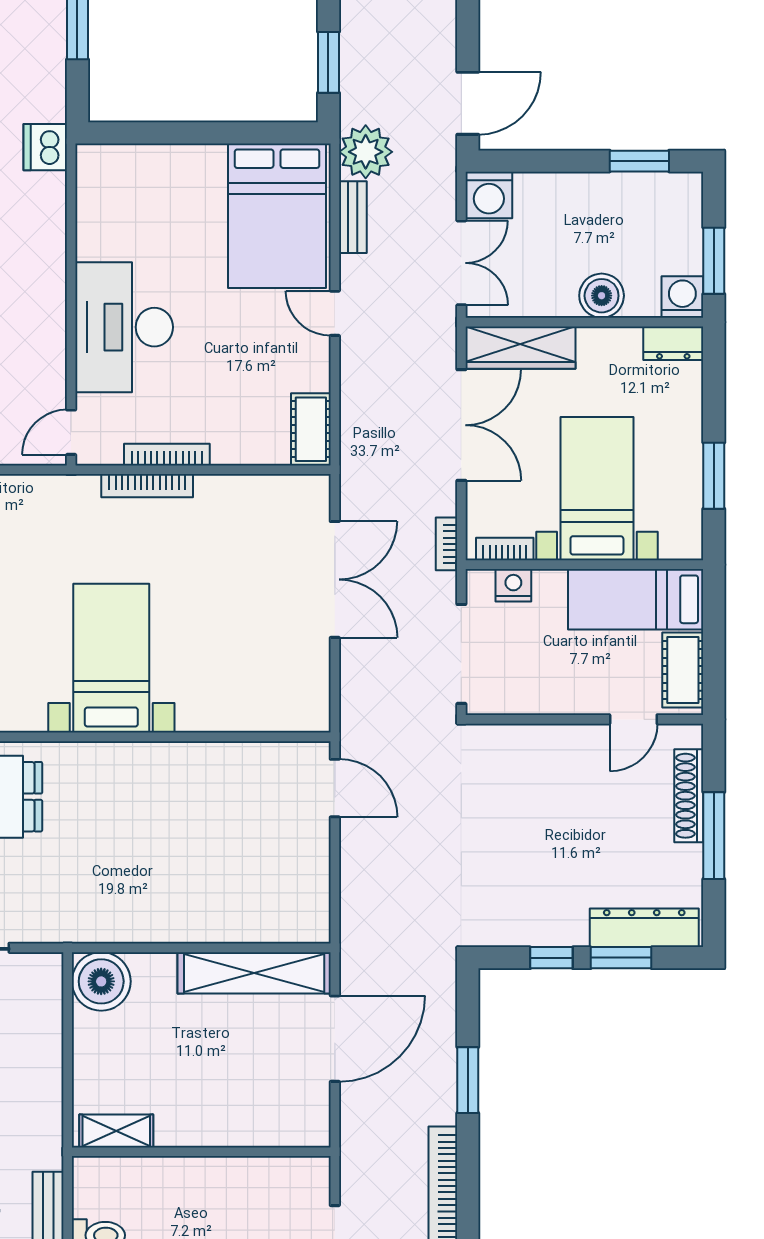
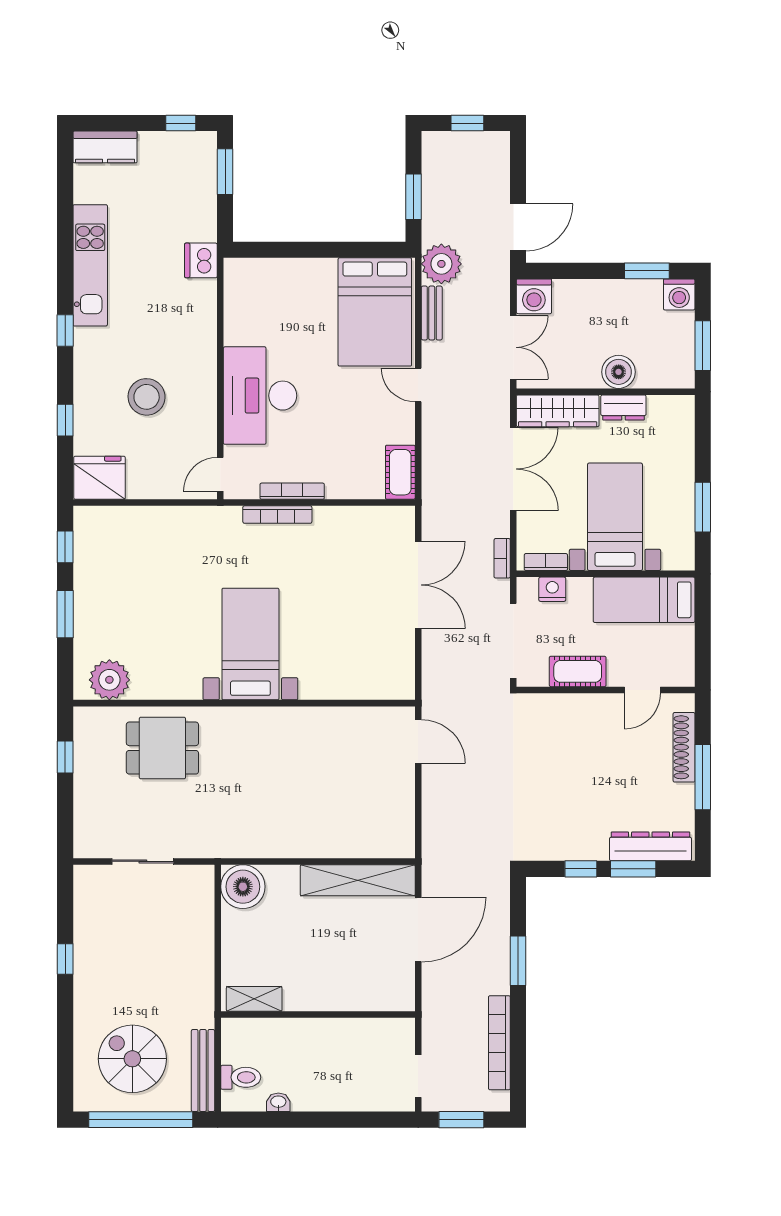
washing machine: (682, 297) -> (679, 294), moved, turned 180
dresser: (673, 343) -> (623, 408), moved
cot: (683, 670) -> (578, 671), moved, turned 90

